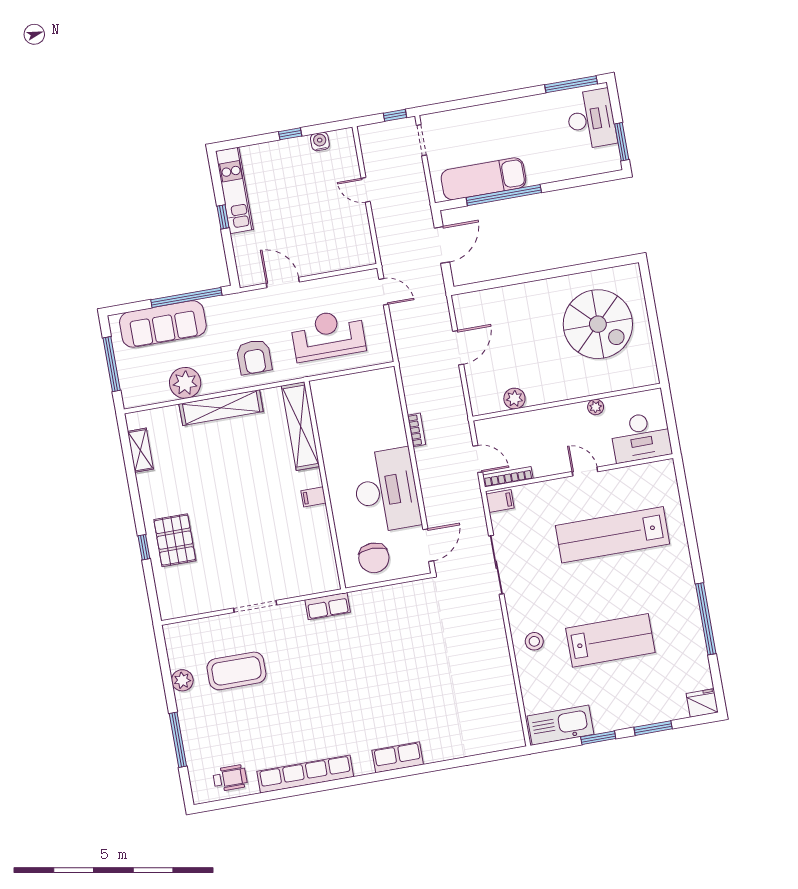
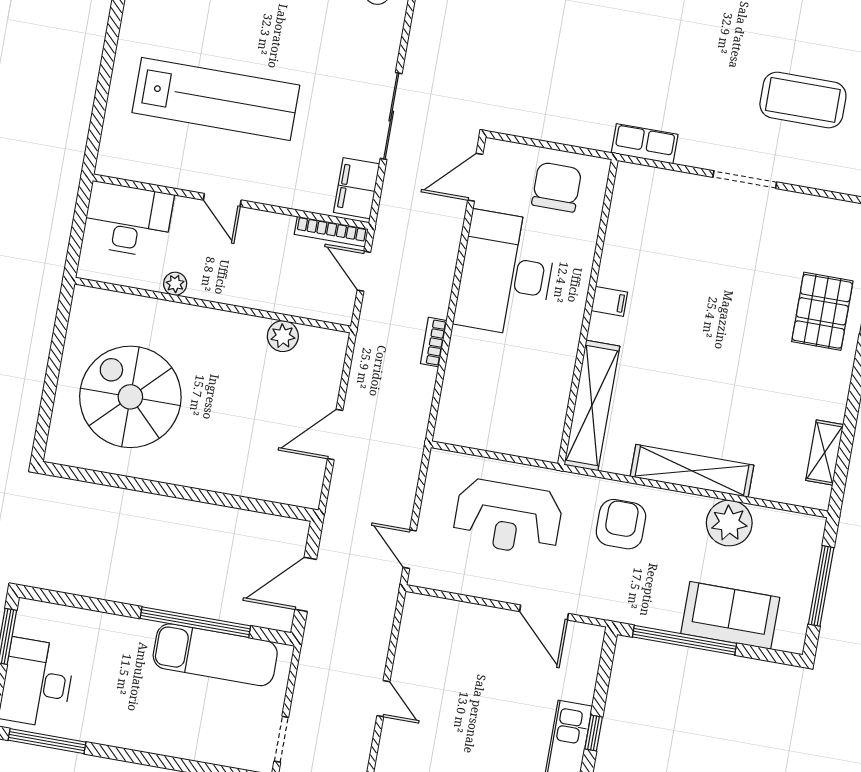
sofa: (163, 324) -> (730, 615), width x0.73
filing cabinet: (500, 501) -> (357, 188), width x2.00

